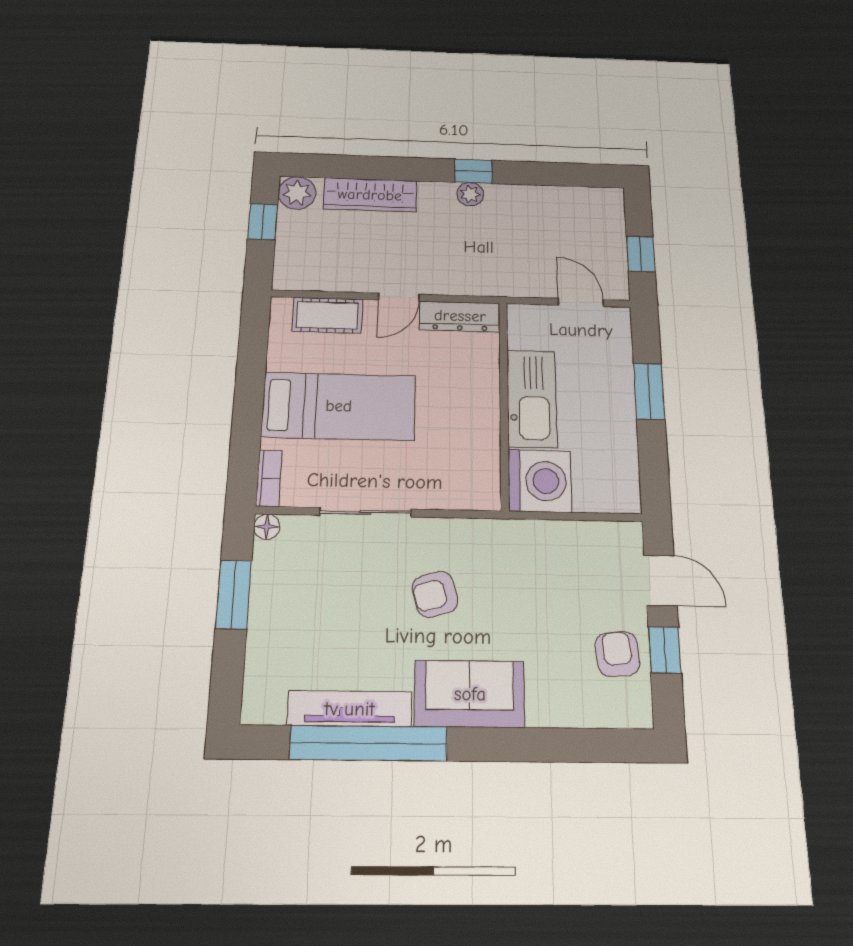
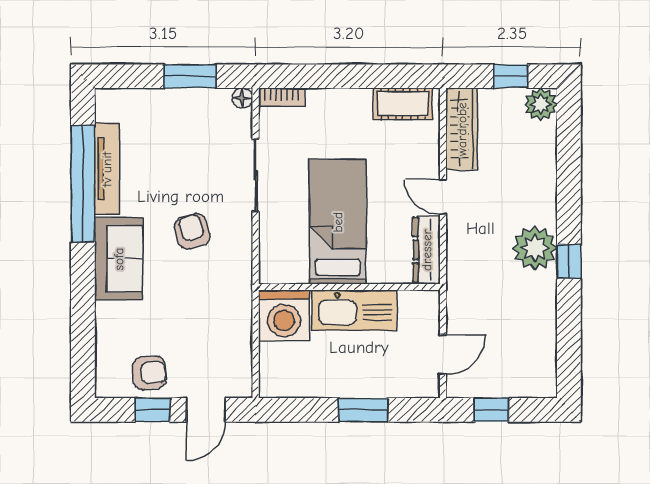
plant: (470, 194) -> (535, 248), width x1.88, depth x1.88
wardrobe: (370, 195) -> (462, 129), moved, turned 180
cot: (327, 315) -> (403, 104), moved, turned 90
bed: (339, 406) -> (338, 222), moved, turned 180

